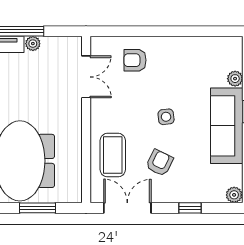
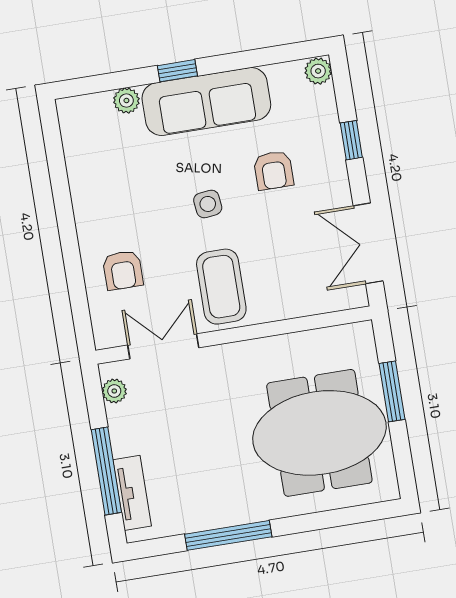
plant: (33, 44) -> (114, 391), moved
coffee table: (113, 155) -> (221, 287), moved, turned 90
armchair: (160, 163) -> (274, 170), moved, turned -116

